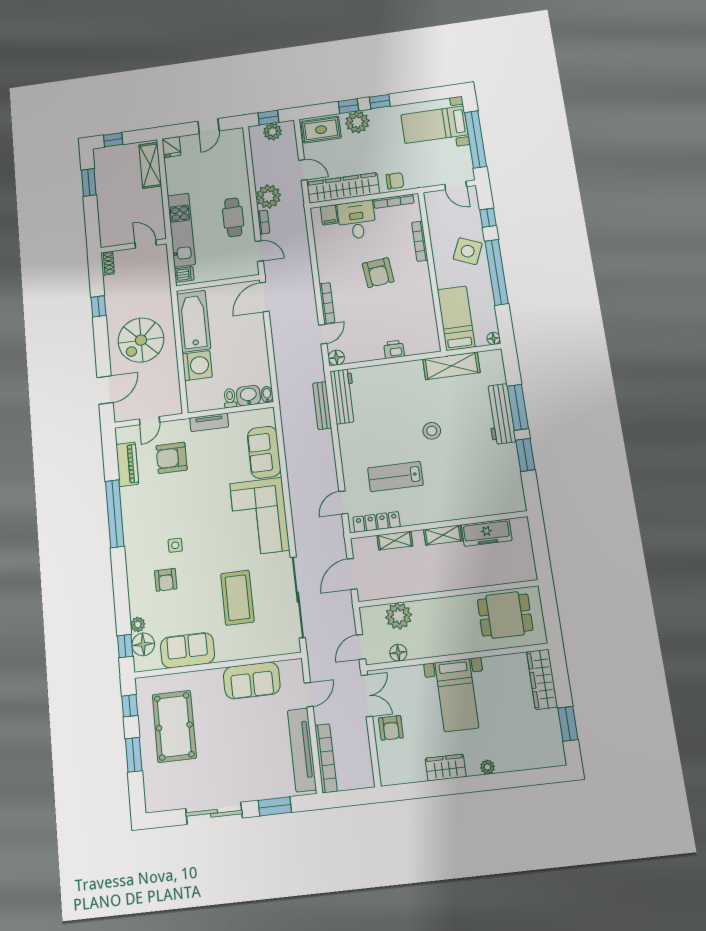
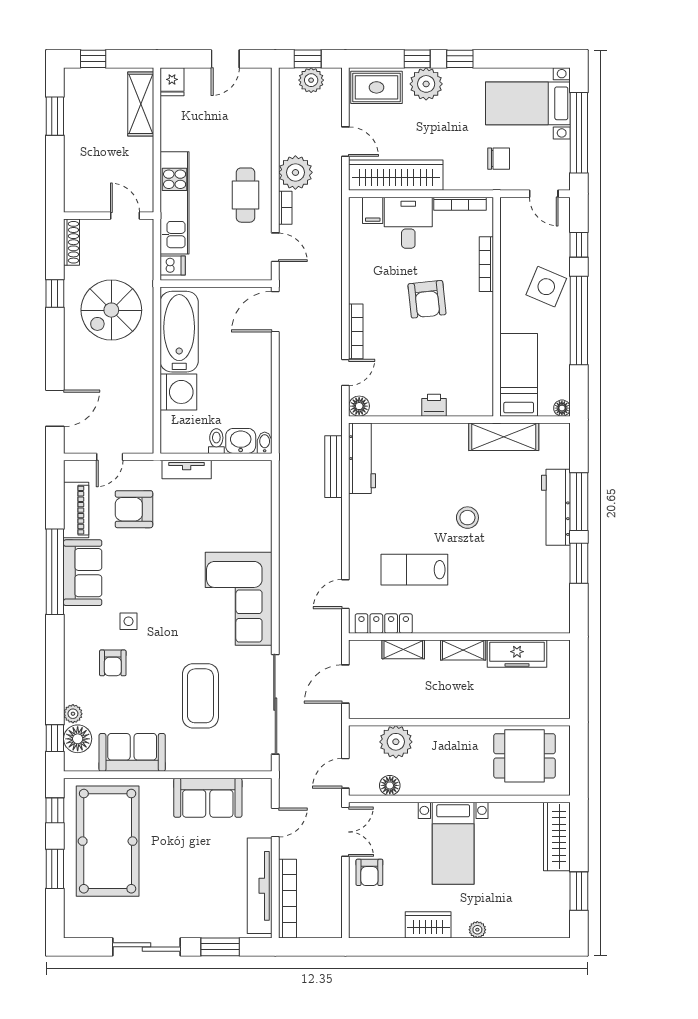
chair: (395, 181) -> (499, 159), moved
shoe rack: (108, 263) -> (72, 242), width x1.43
spiral stairs: (141, 340) -> (111, 310), moved
sofa: (264, 452) -> (83, 573), moved, turned 180
pool table: (174, 726) -> (108, 841), width x1.36, depth x1.32

